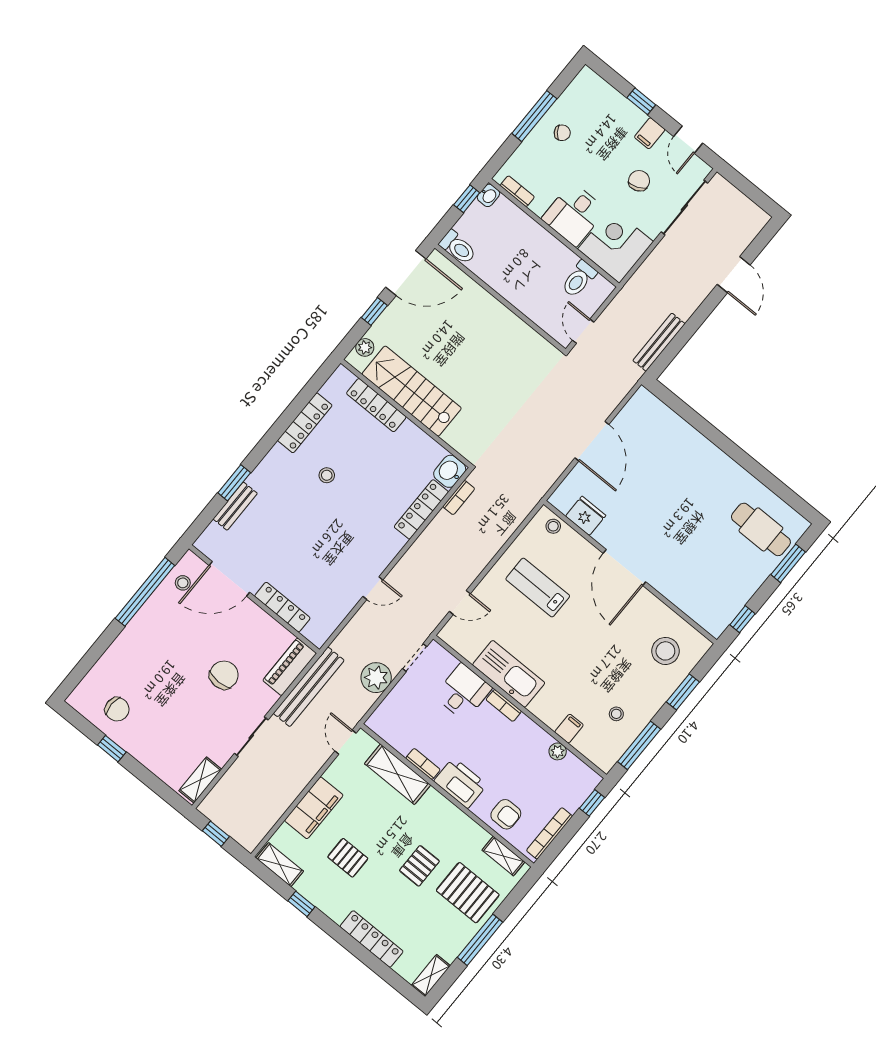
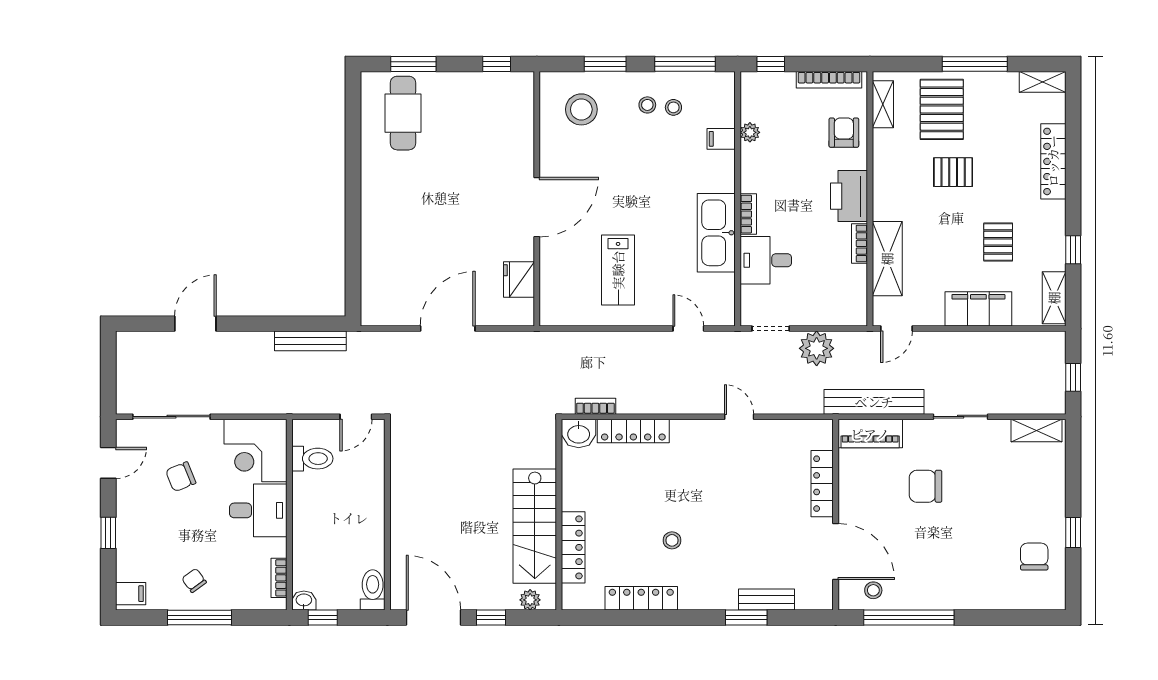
filing cabinet: (650, 133) -> (131, 594), moved
stool: (553, 526) -> (647, 105), moved

